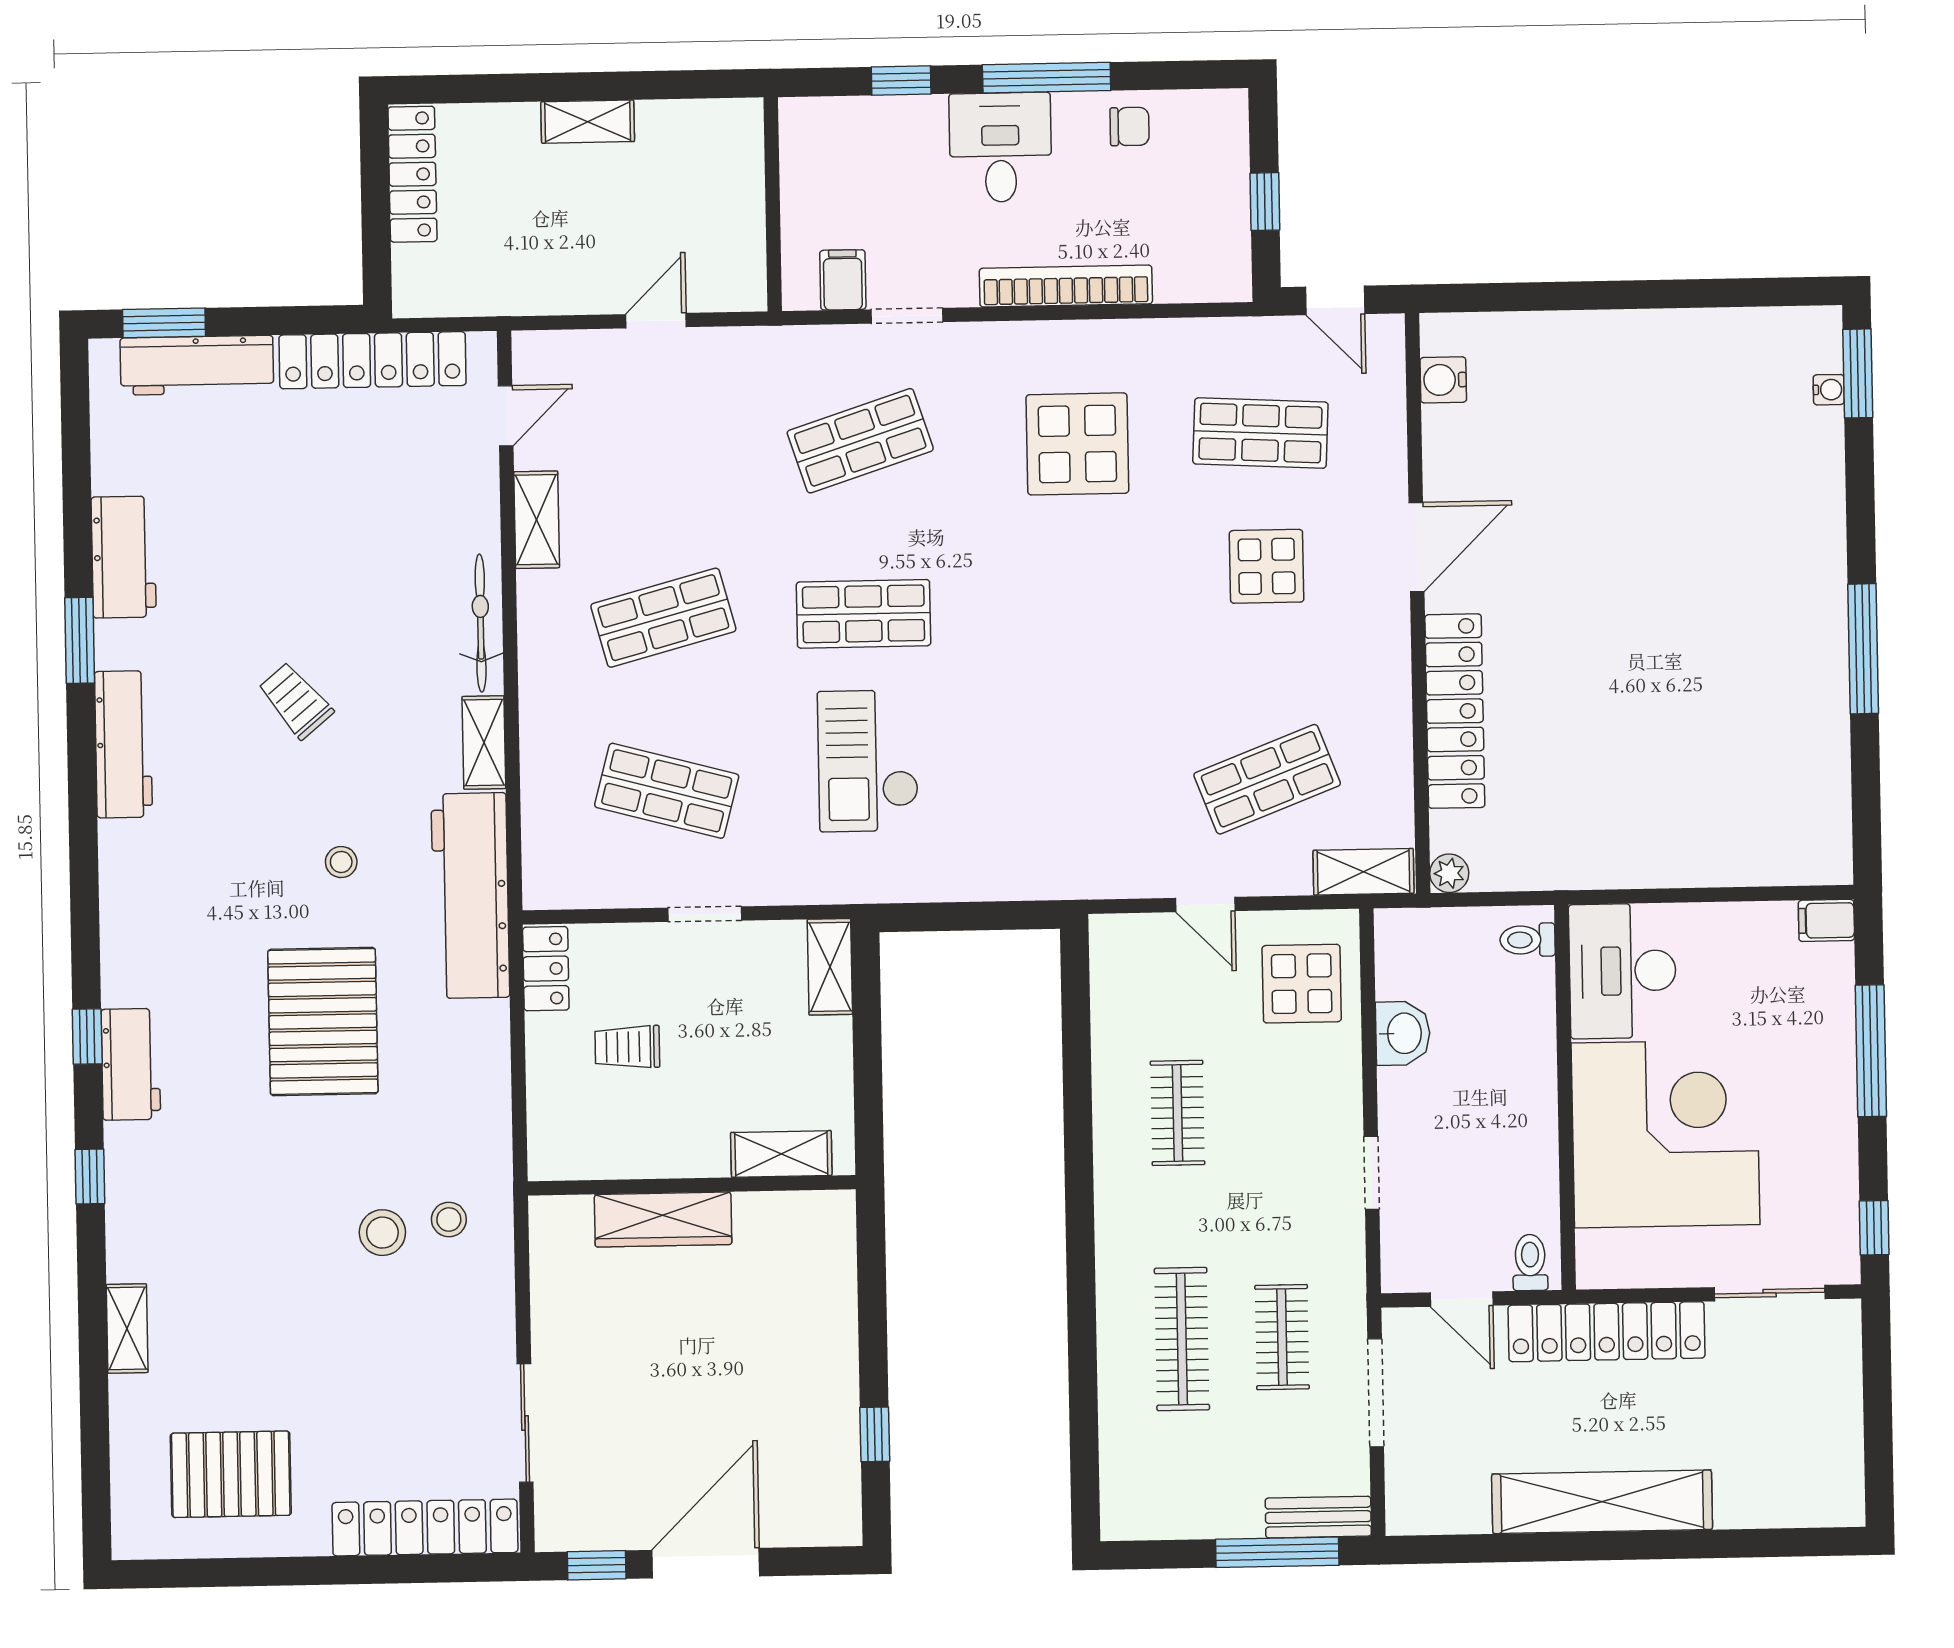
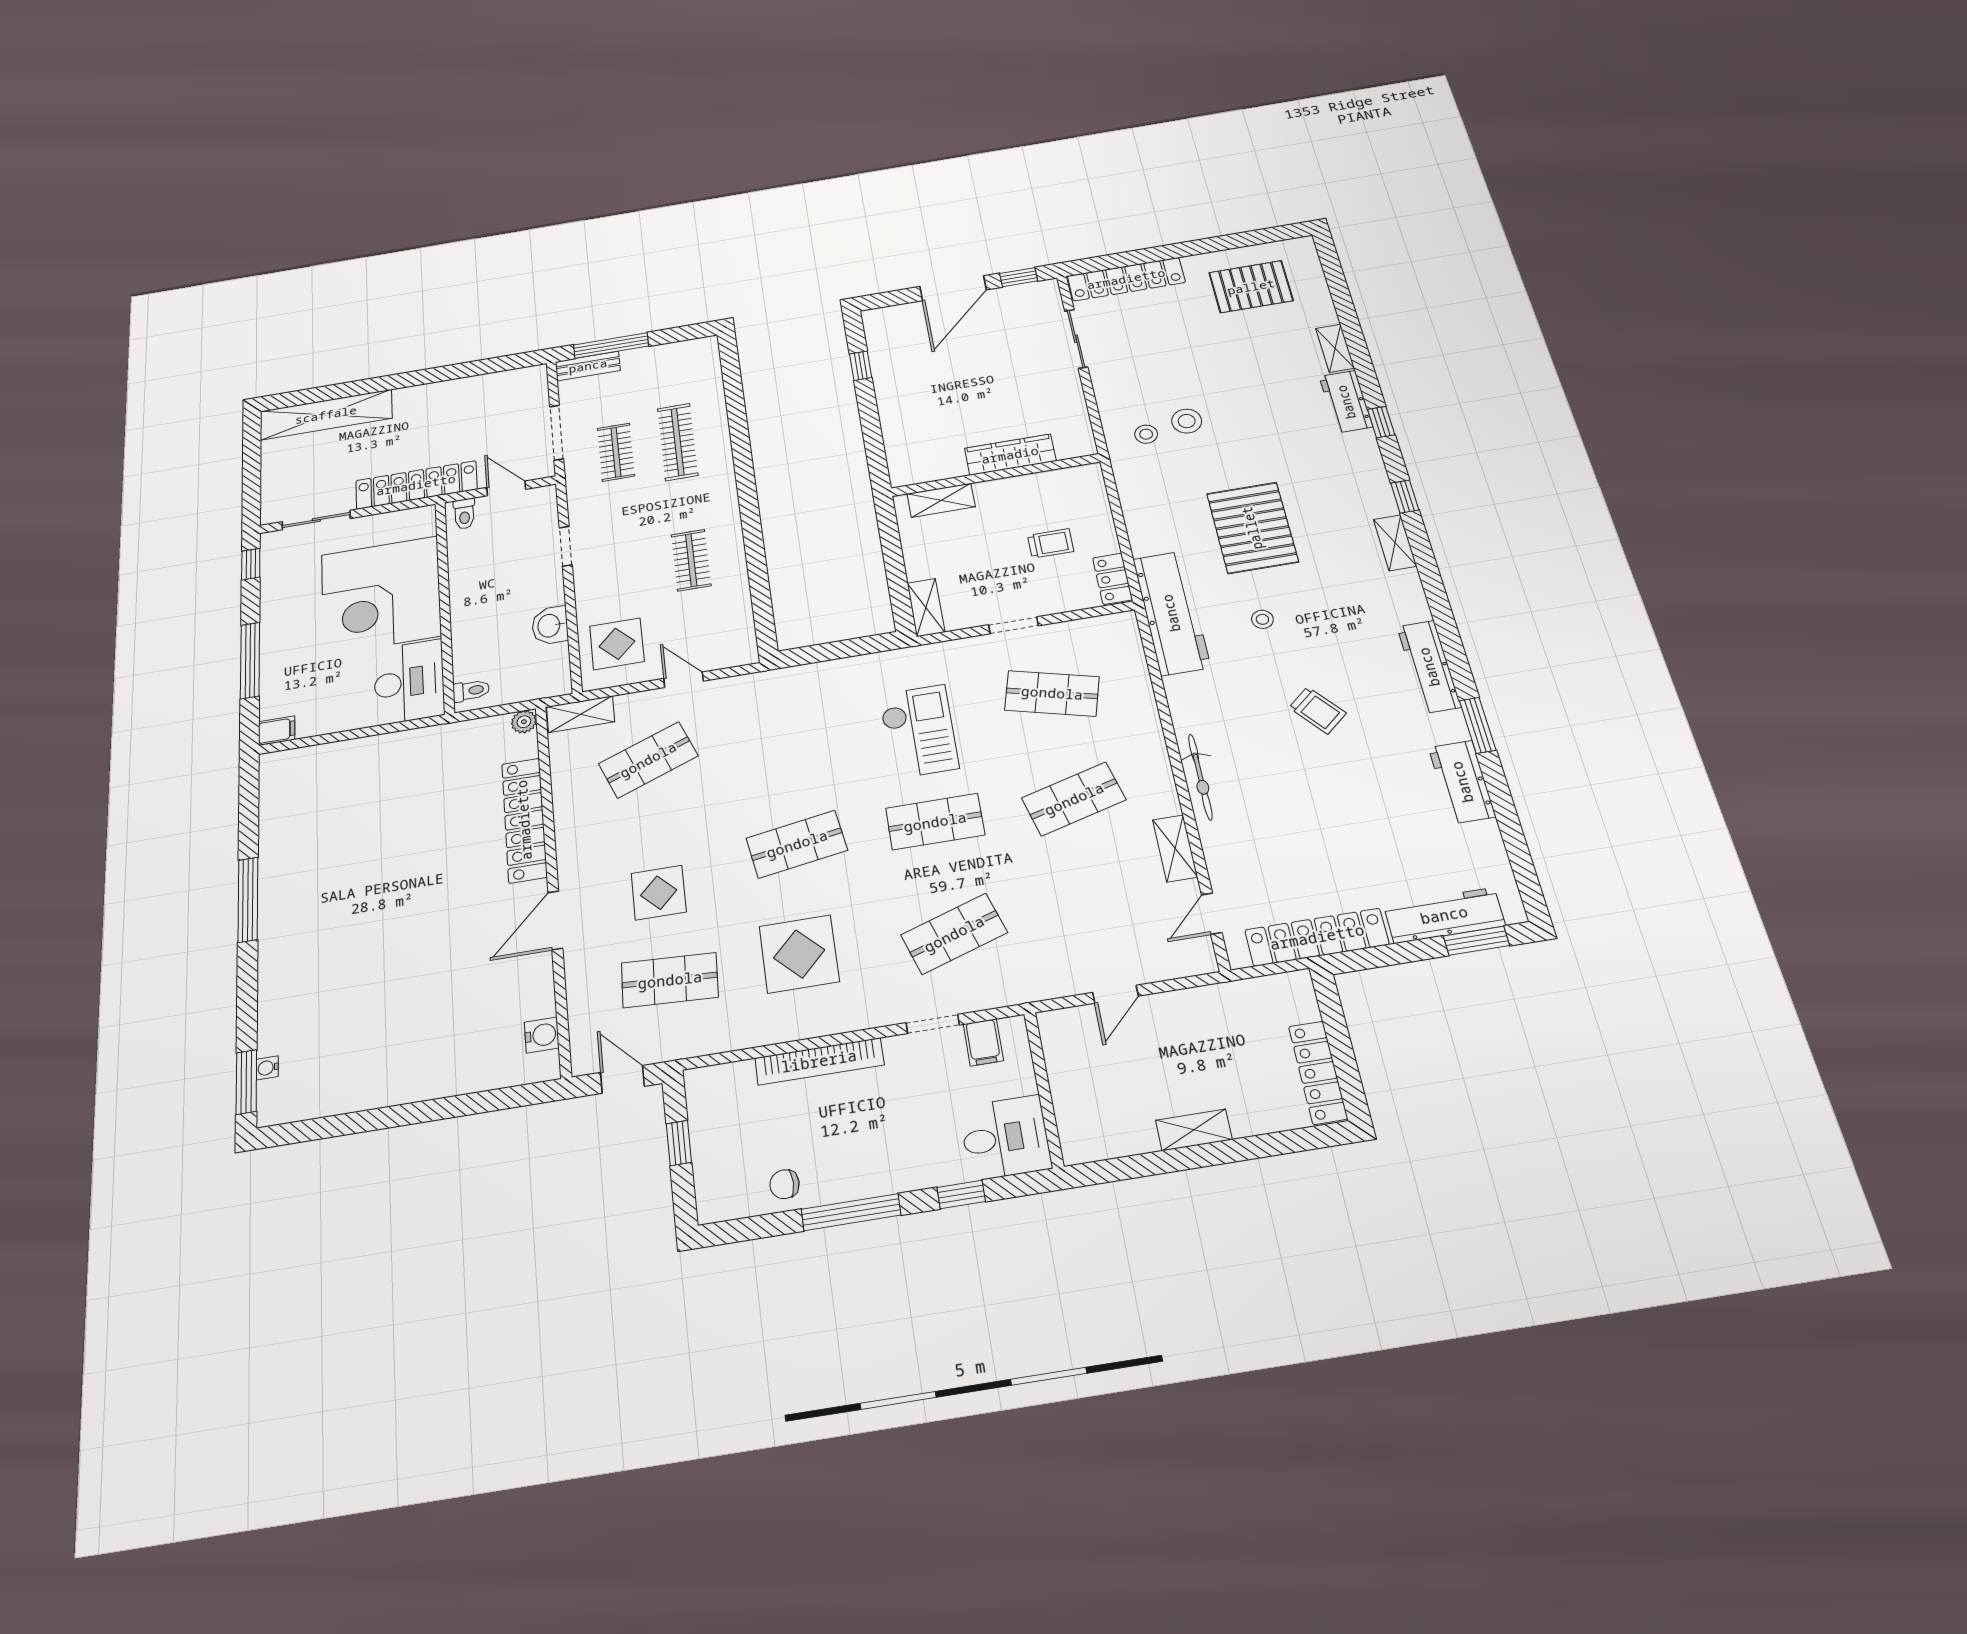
desk: (1000, 147) -> (1005, 1138), moved, turned -90
shop shelf: (1064, 610) -> (797, 844), added
shelving: (484, 743) -> (1395, 543), moved
workbench: (131, 1064) -> (1346, 402), moved
shelving: (1602, 1502) -> (326, 415), moved

